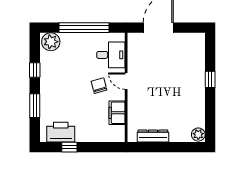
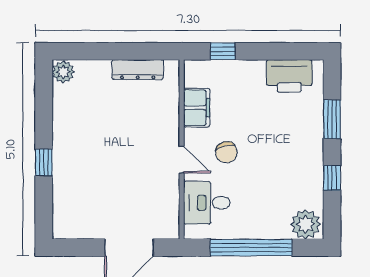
window: (69, 147) -> (223, 51), moved

